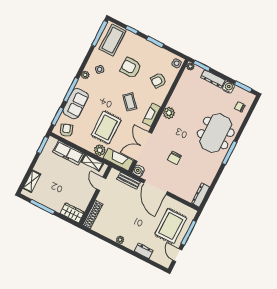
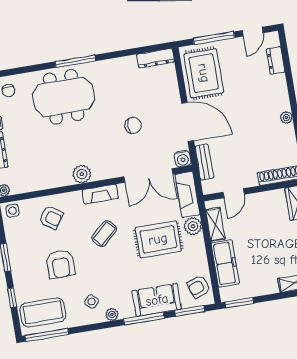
door: (155, 187) -> (188, 122), hinge flipped
rug: (171, 226) -> (204, 73), moved, turned 90
dresser: (144, 251) -> (276, 60), moved

